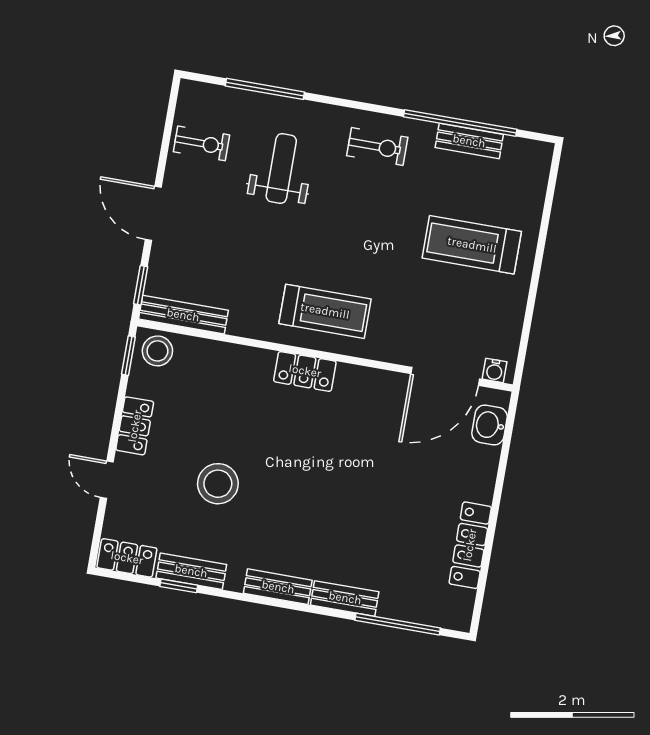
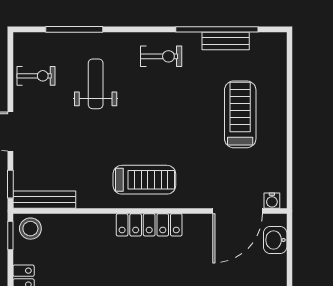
treadmill: (472, 245) -> (240, 114), turned 90
locker: (305, 371) -> (149, 225), width x1.53

